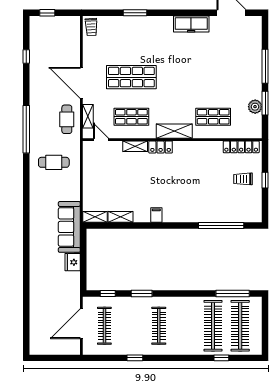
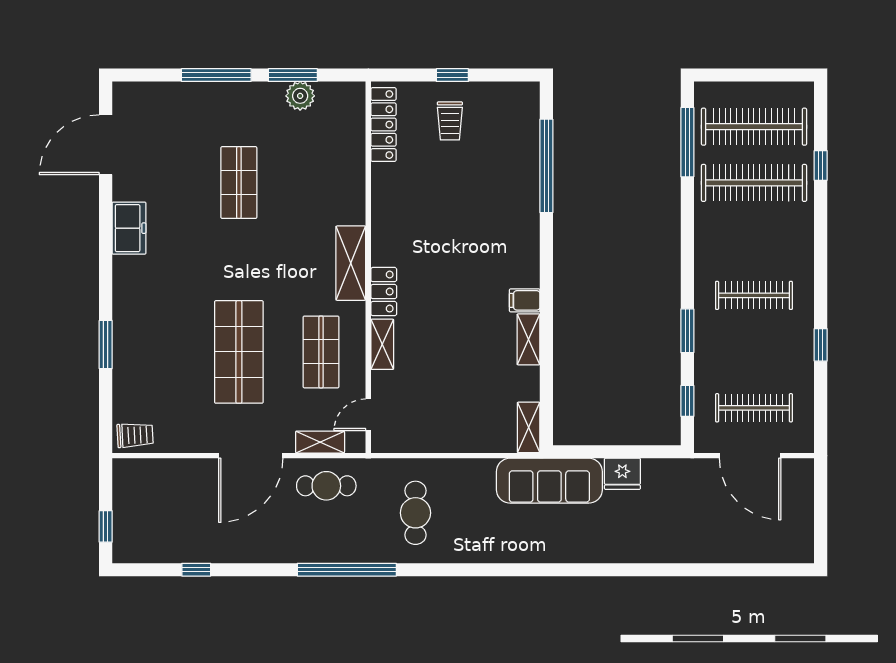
freezer: (191, 24) -> (129, 228), width x0.71
shop shelf: (213, 117) -> (239, 183), moved
shelving: (121, 217) -> (529, 339), moved

